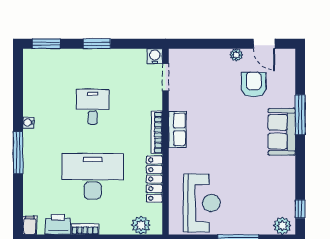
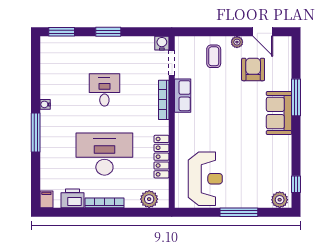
coffee table: (211, 70) -> (214, 56), added
row of seats: (177, 129) -> (183, 96), moved
bookcase: (157, 132) -> (164, 100), moved
bookcase: (85, 229) -> (104, 203), width x1.56

